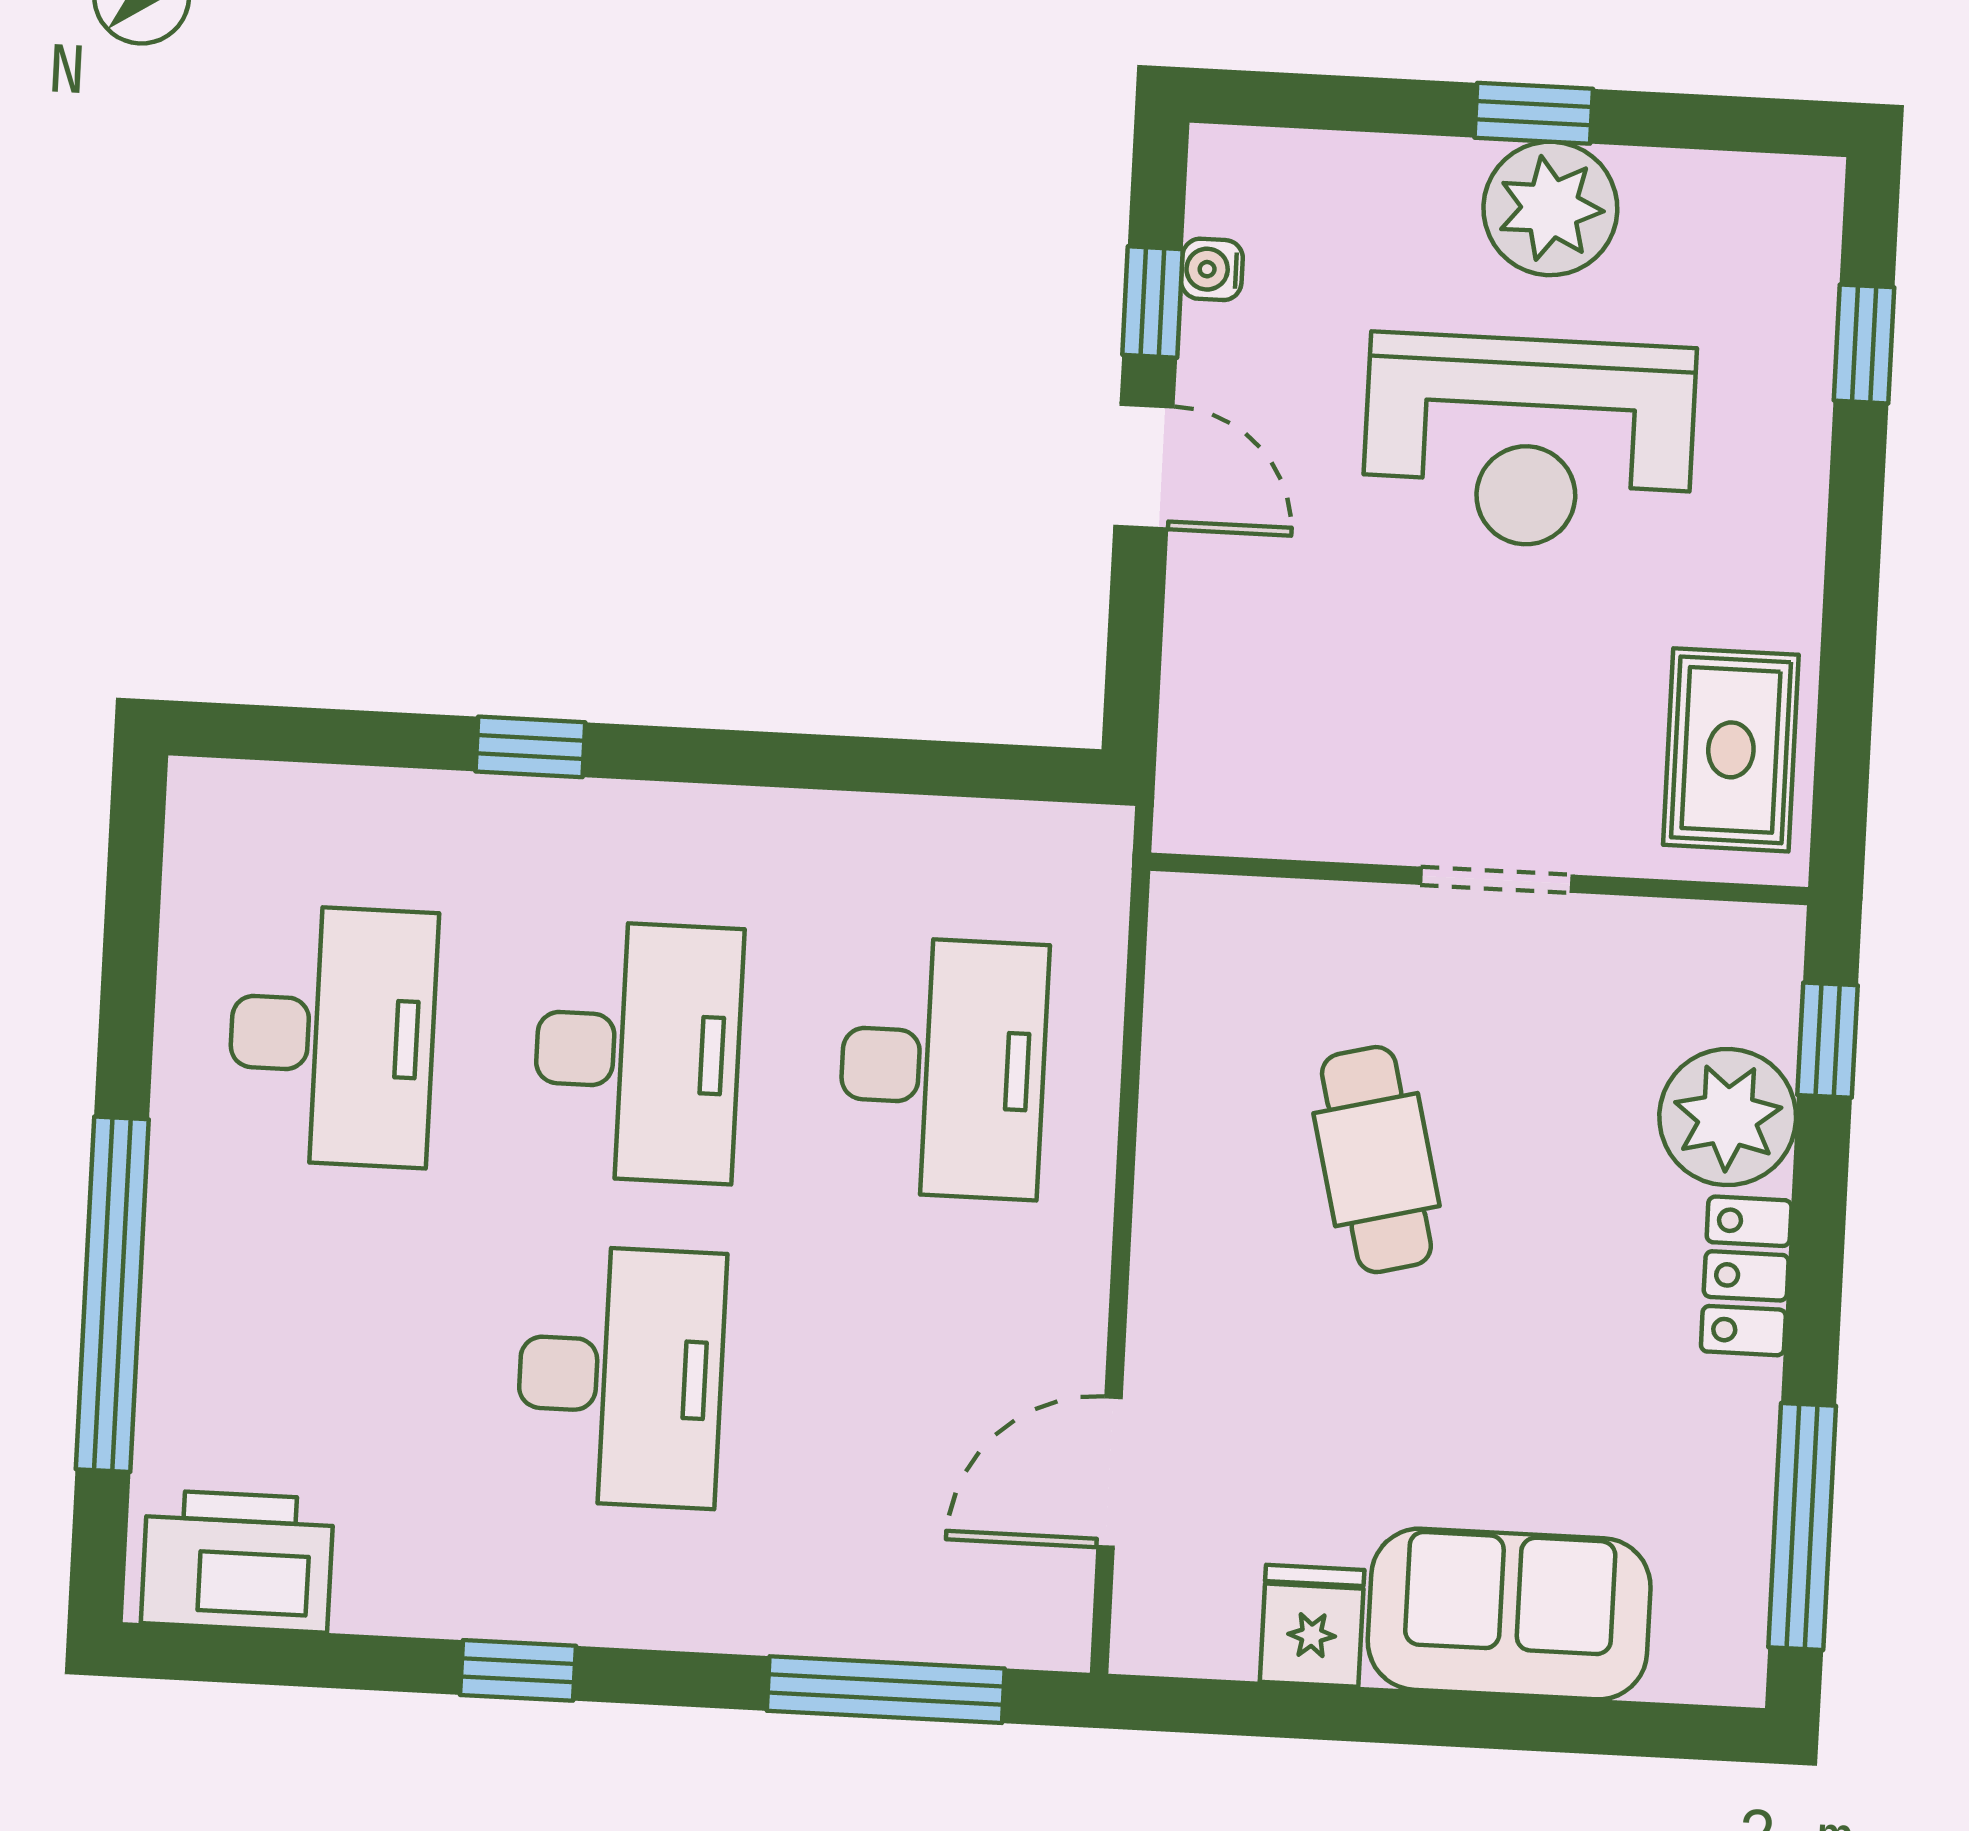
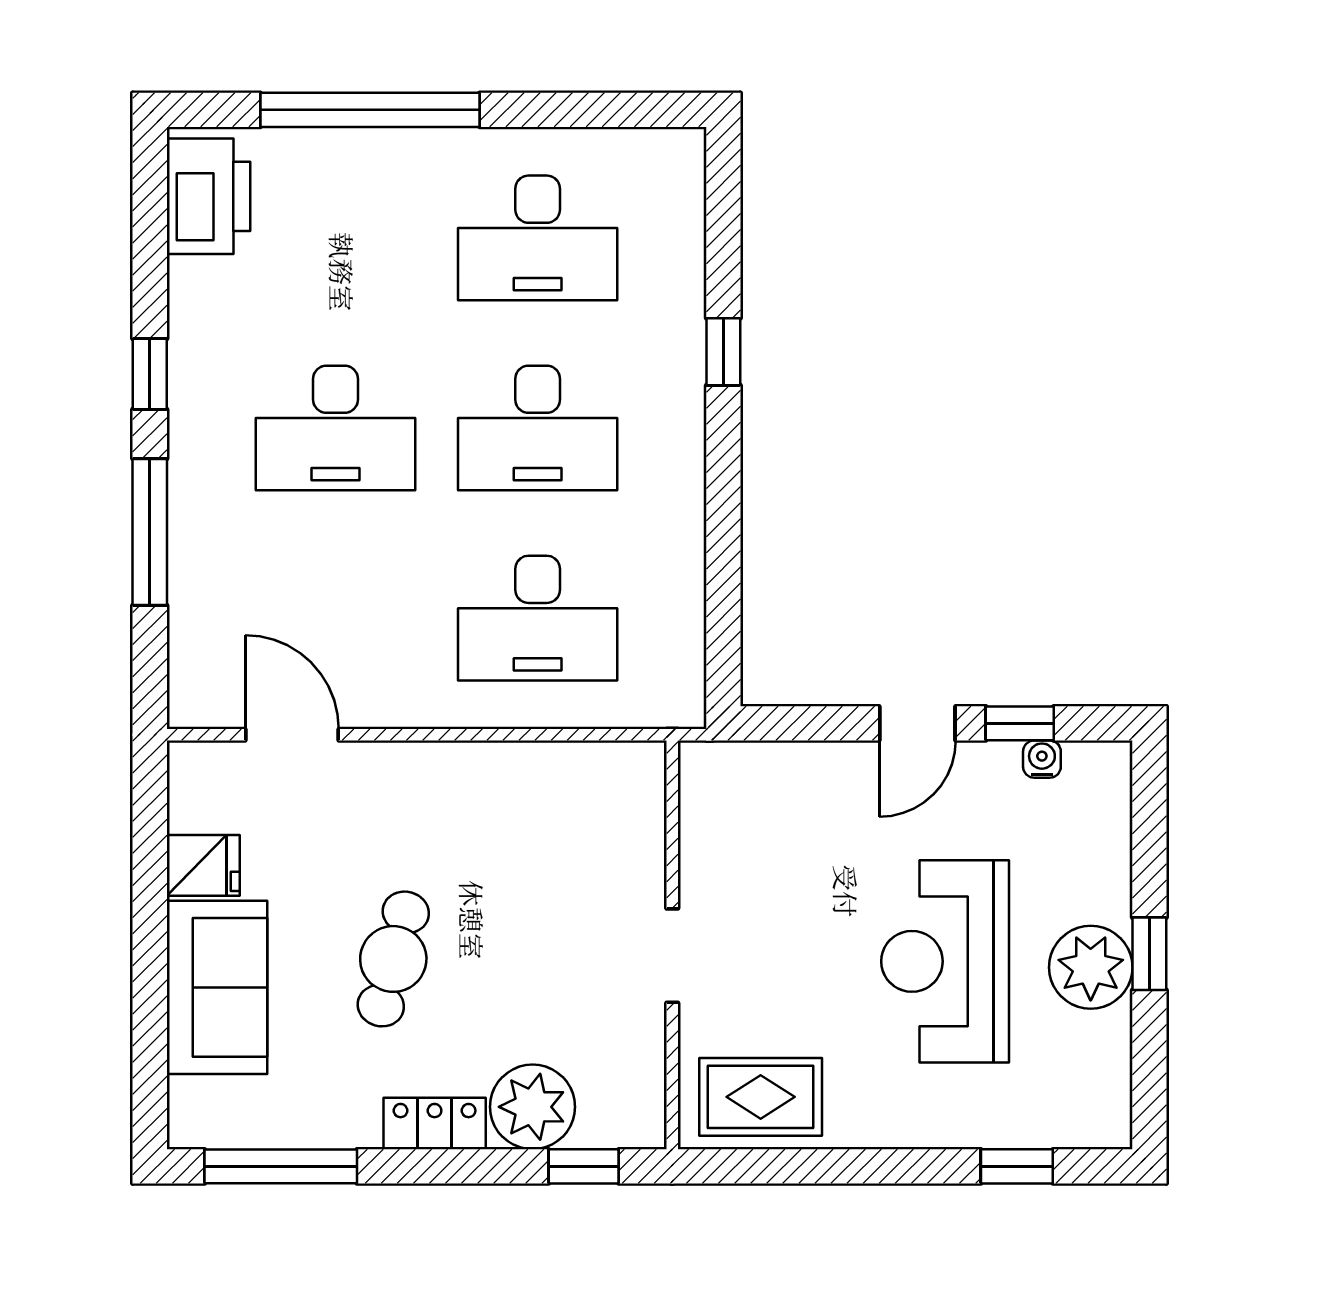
cafe table: (1376, 1160) -> (393, 959), moved, turned -61
window: (886, 1690) -> (150, 532), moved

